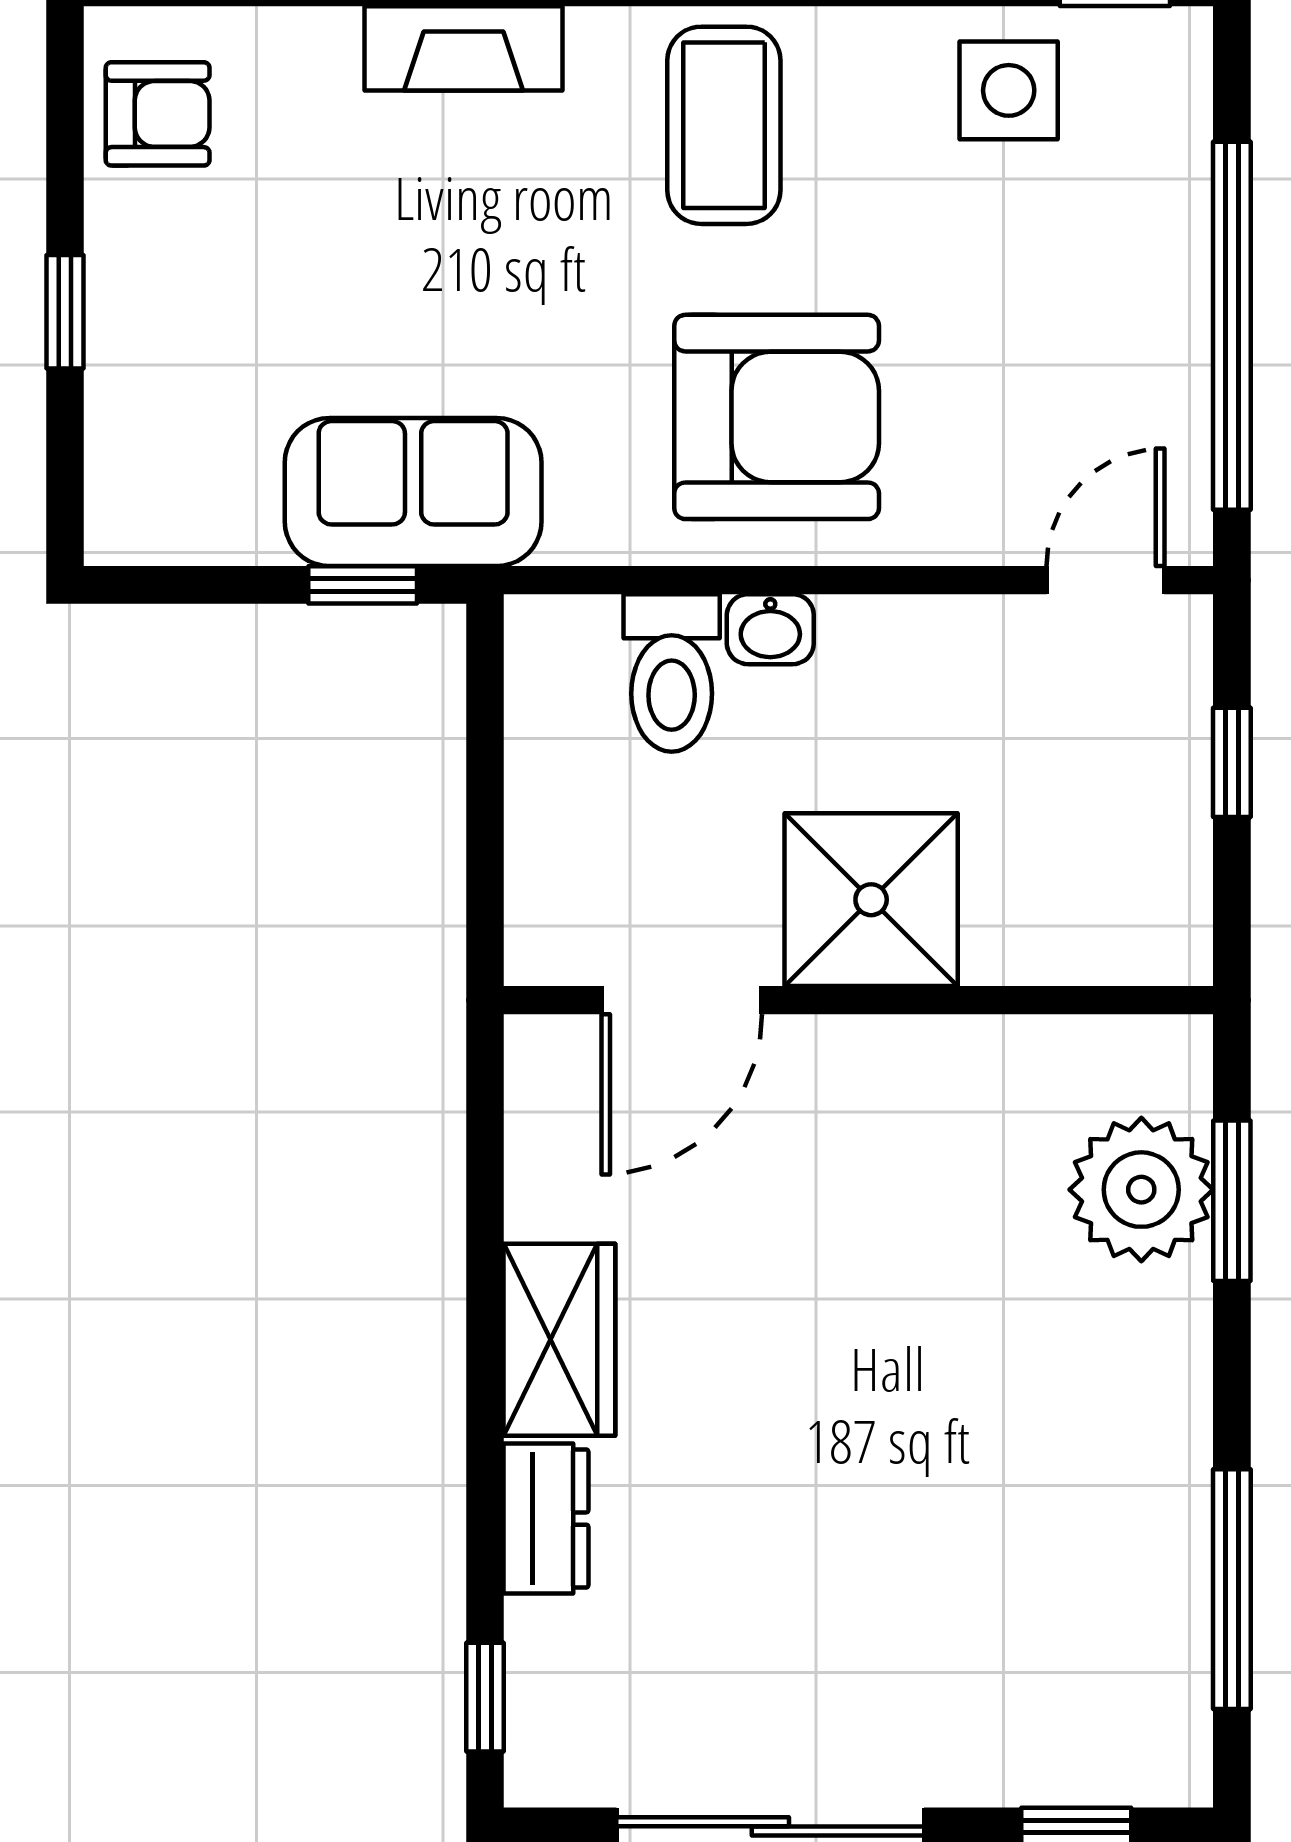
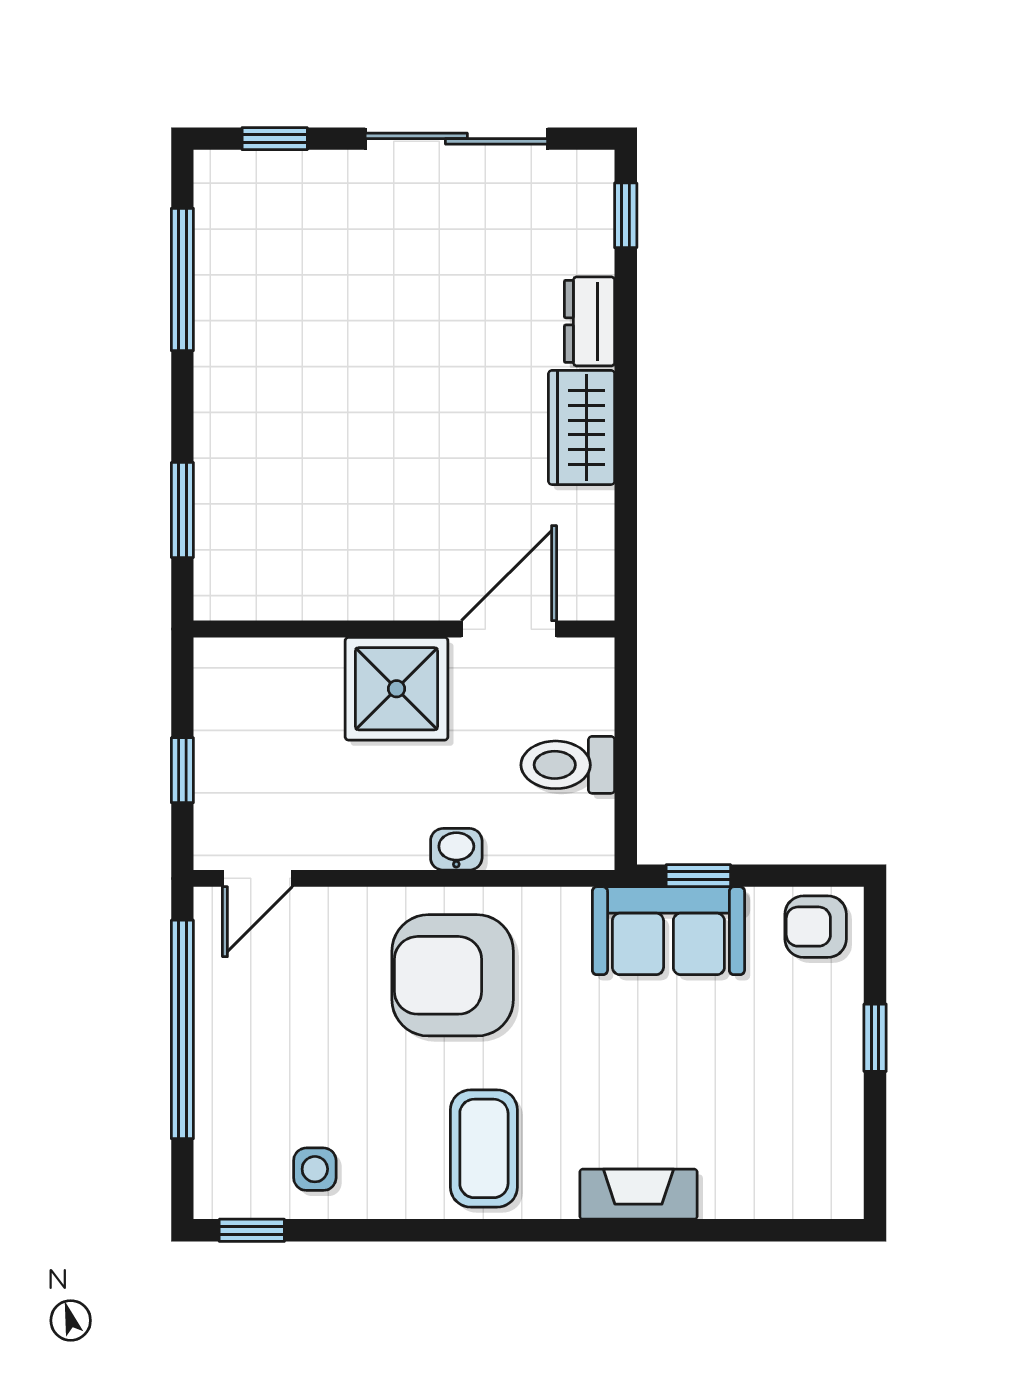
side table: (1009, 90) -> (315, 1169), width x0.73, depth x0.73
armchair: (158, 114) -> (816, 927), moved
toilet: (672, 673) -> (568, 765), moved, turned -90
plant: (1141, 1190) -> (236, 517), removed

